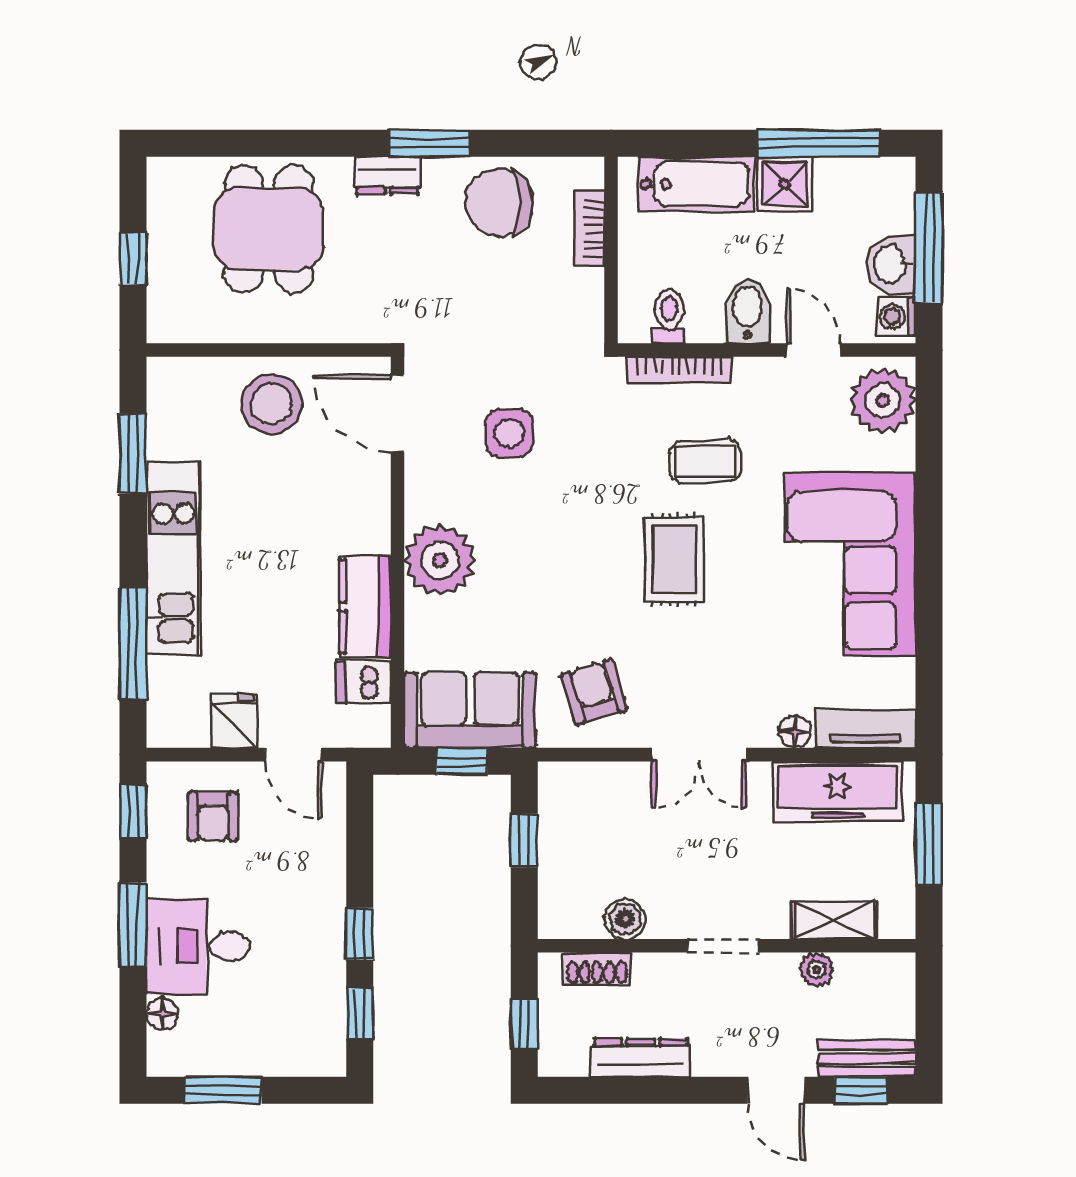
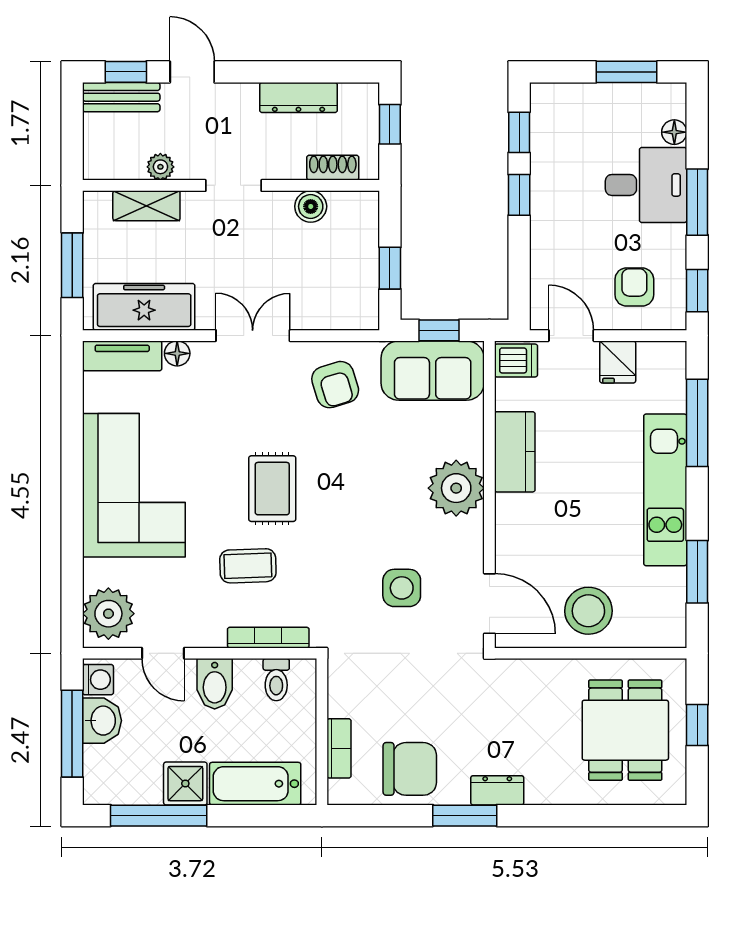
dining table: (269, 229) -> (625, 730), moved
dishwasher: (364, 682) -> (516, 360), moved

